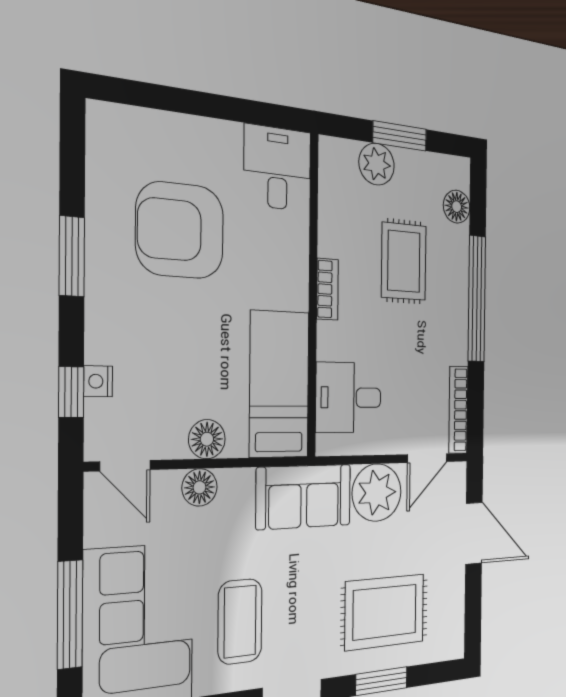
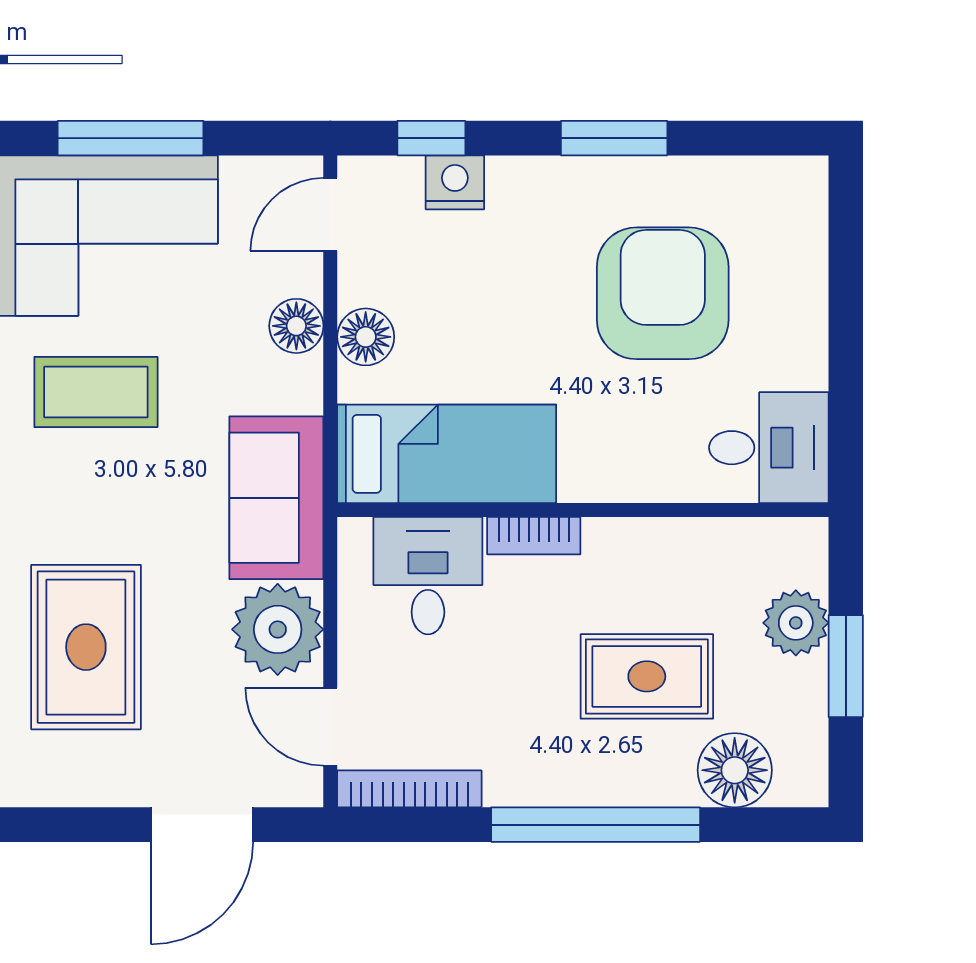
floor lamp: (457, 207) -> (735, 770), width x1.38, depth x1.38
bookcase: (327, 289) -> (534, 536), moved
nightstand: (98, 381) -> (455, 182), width x1.39, depth x1.35

